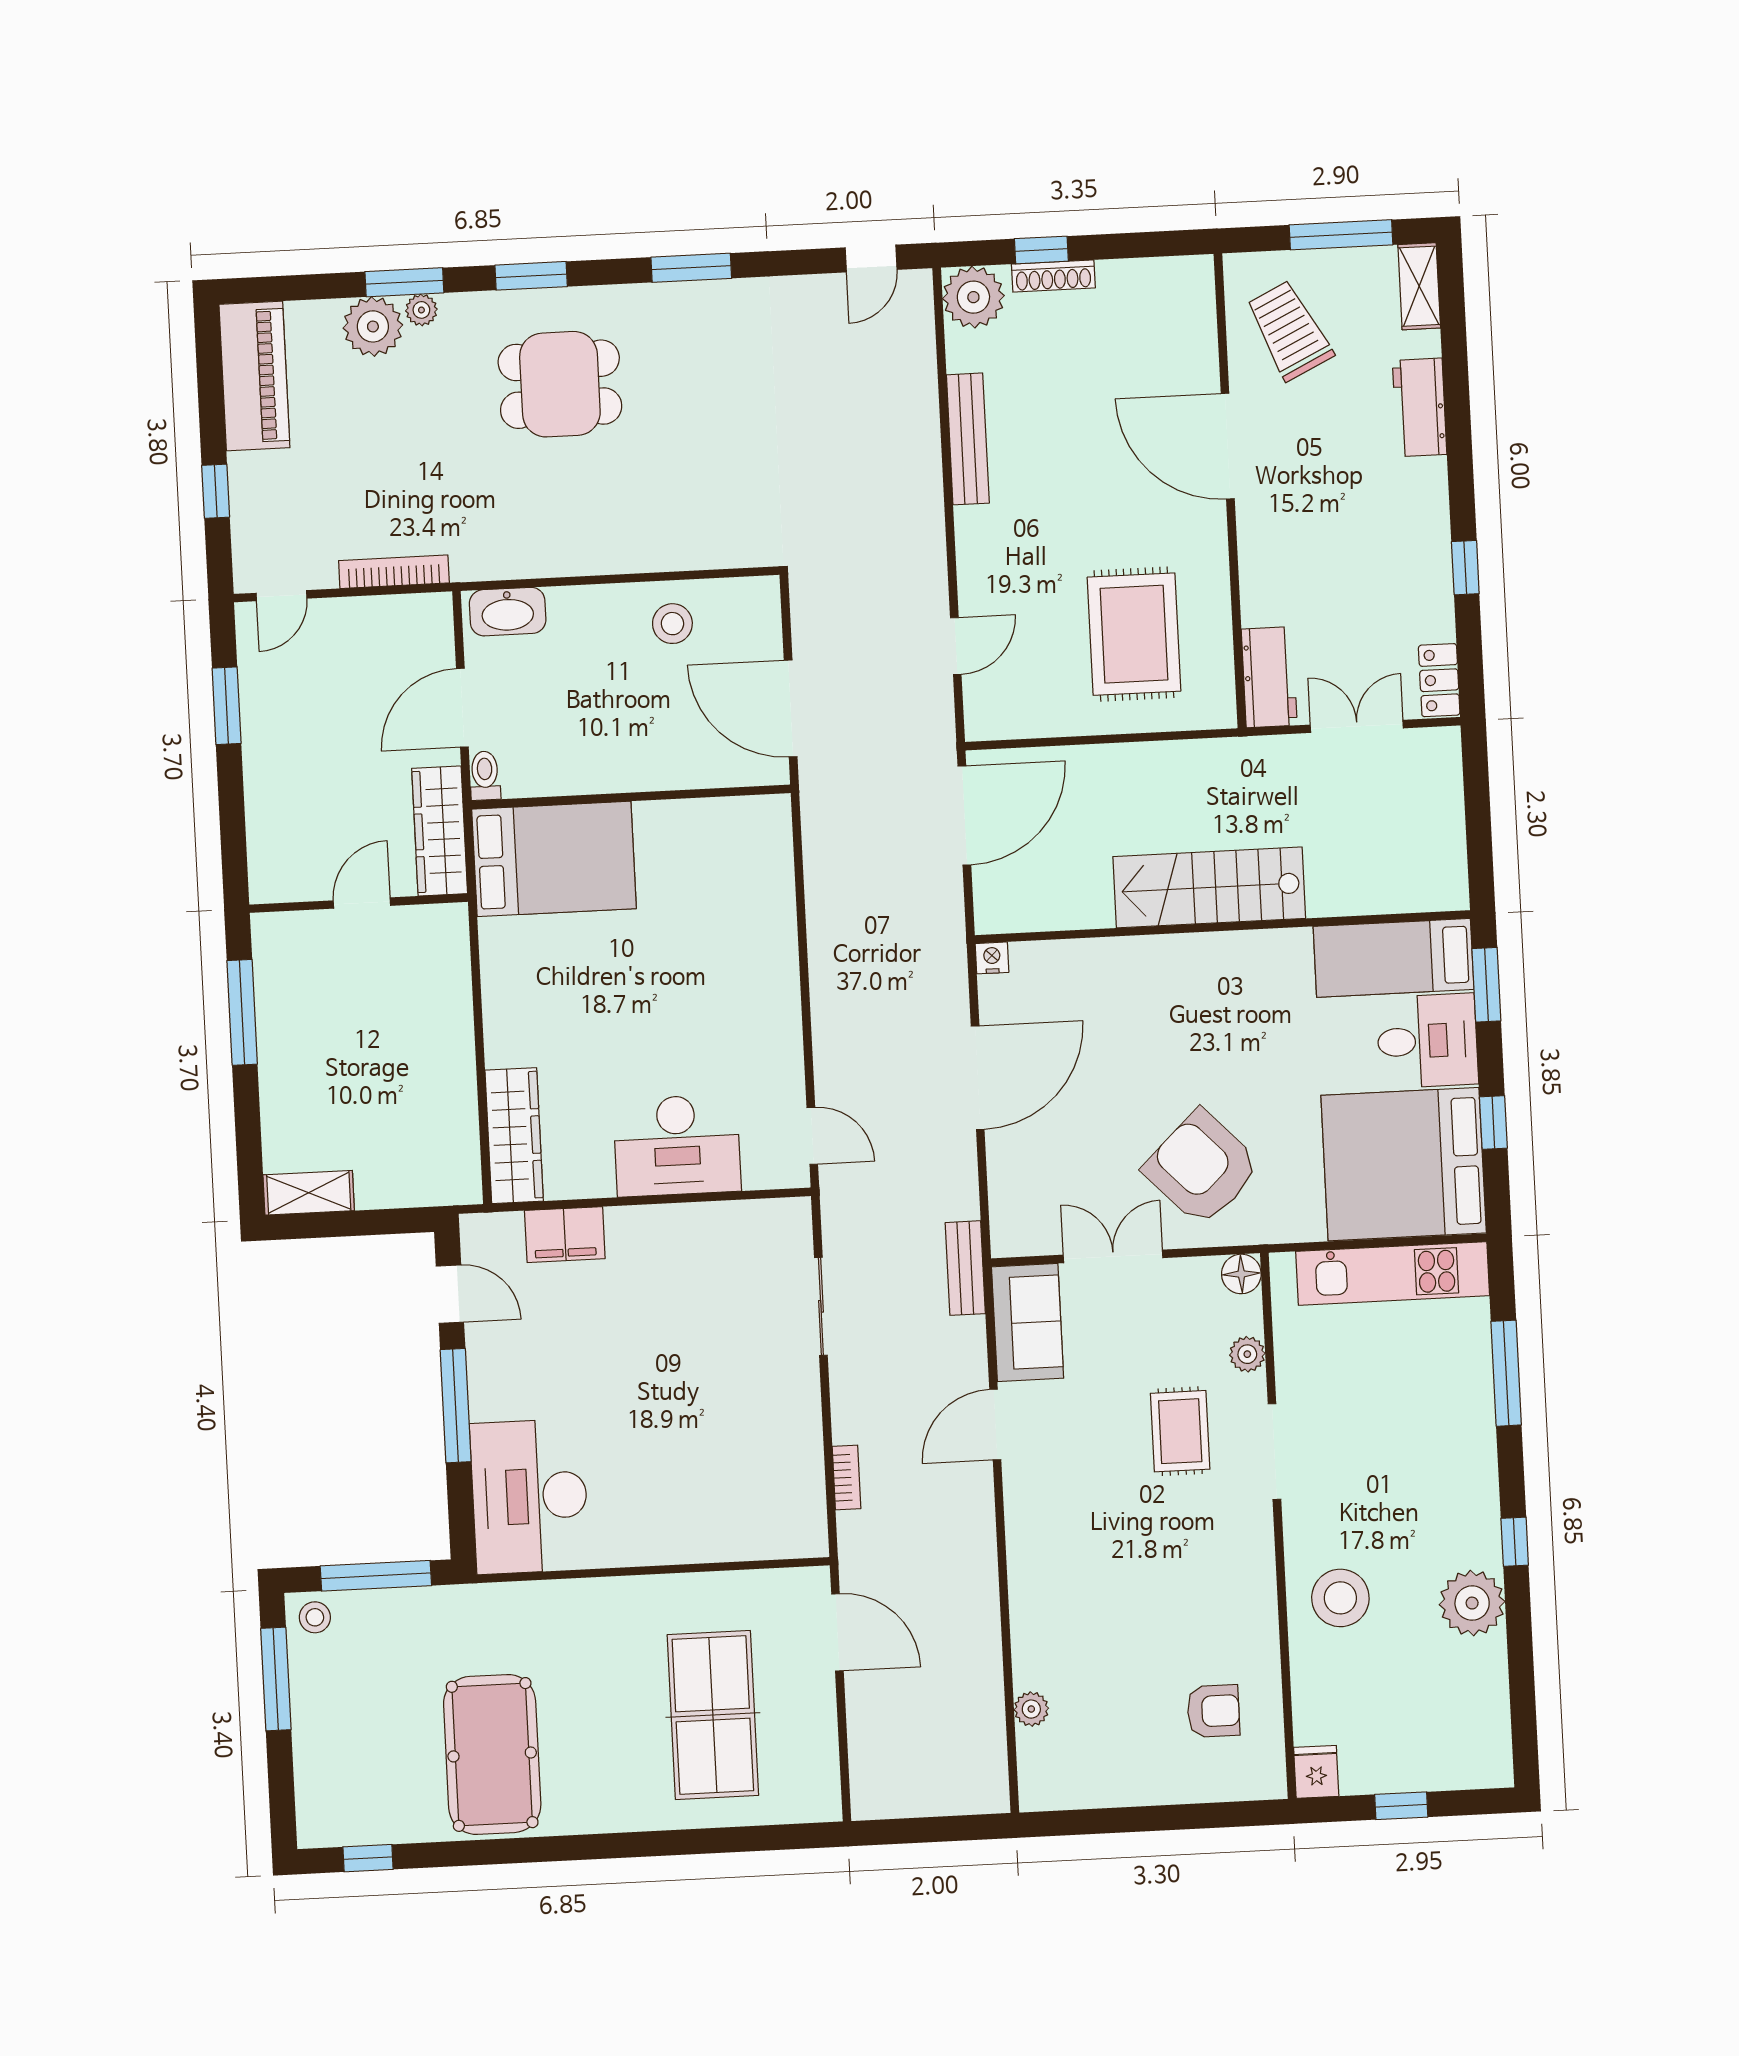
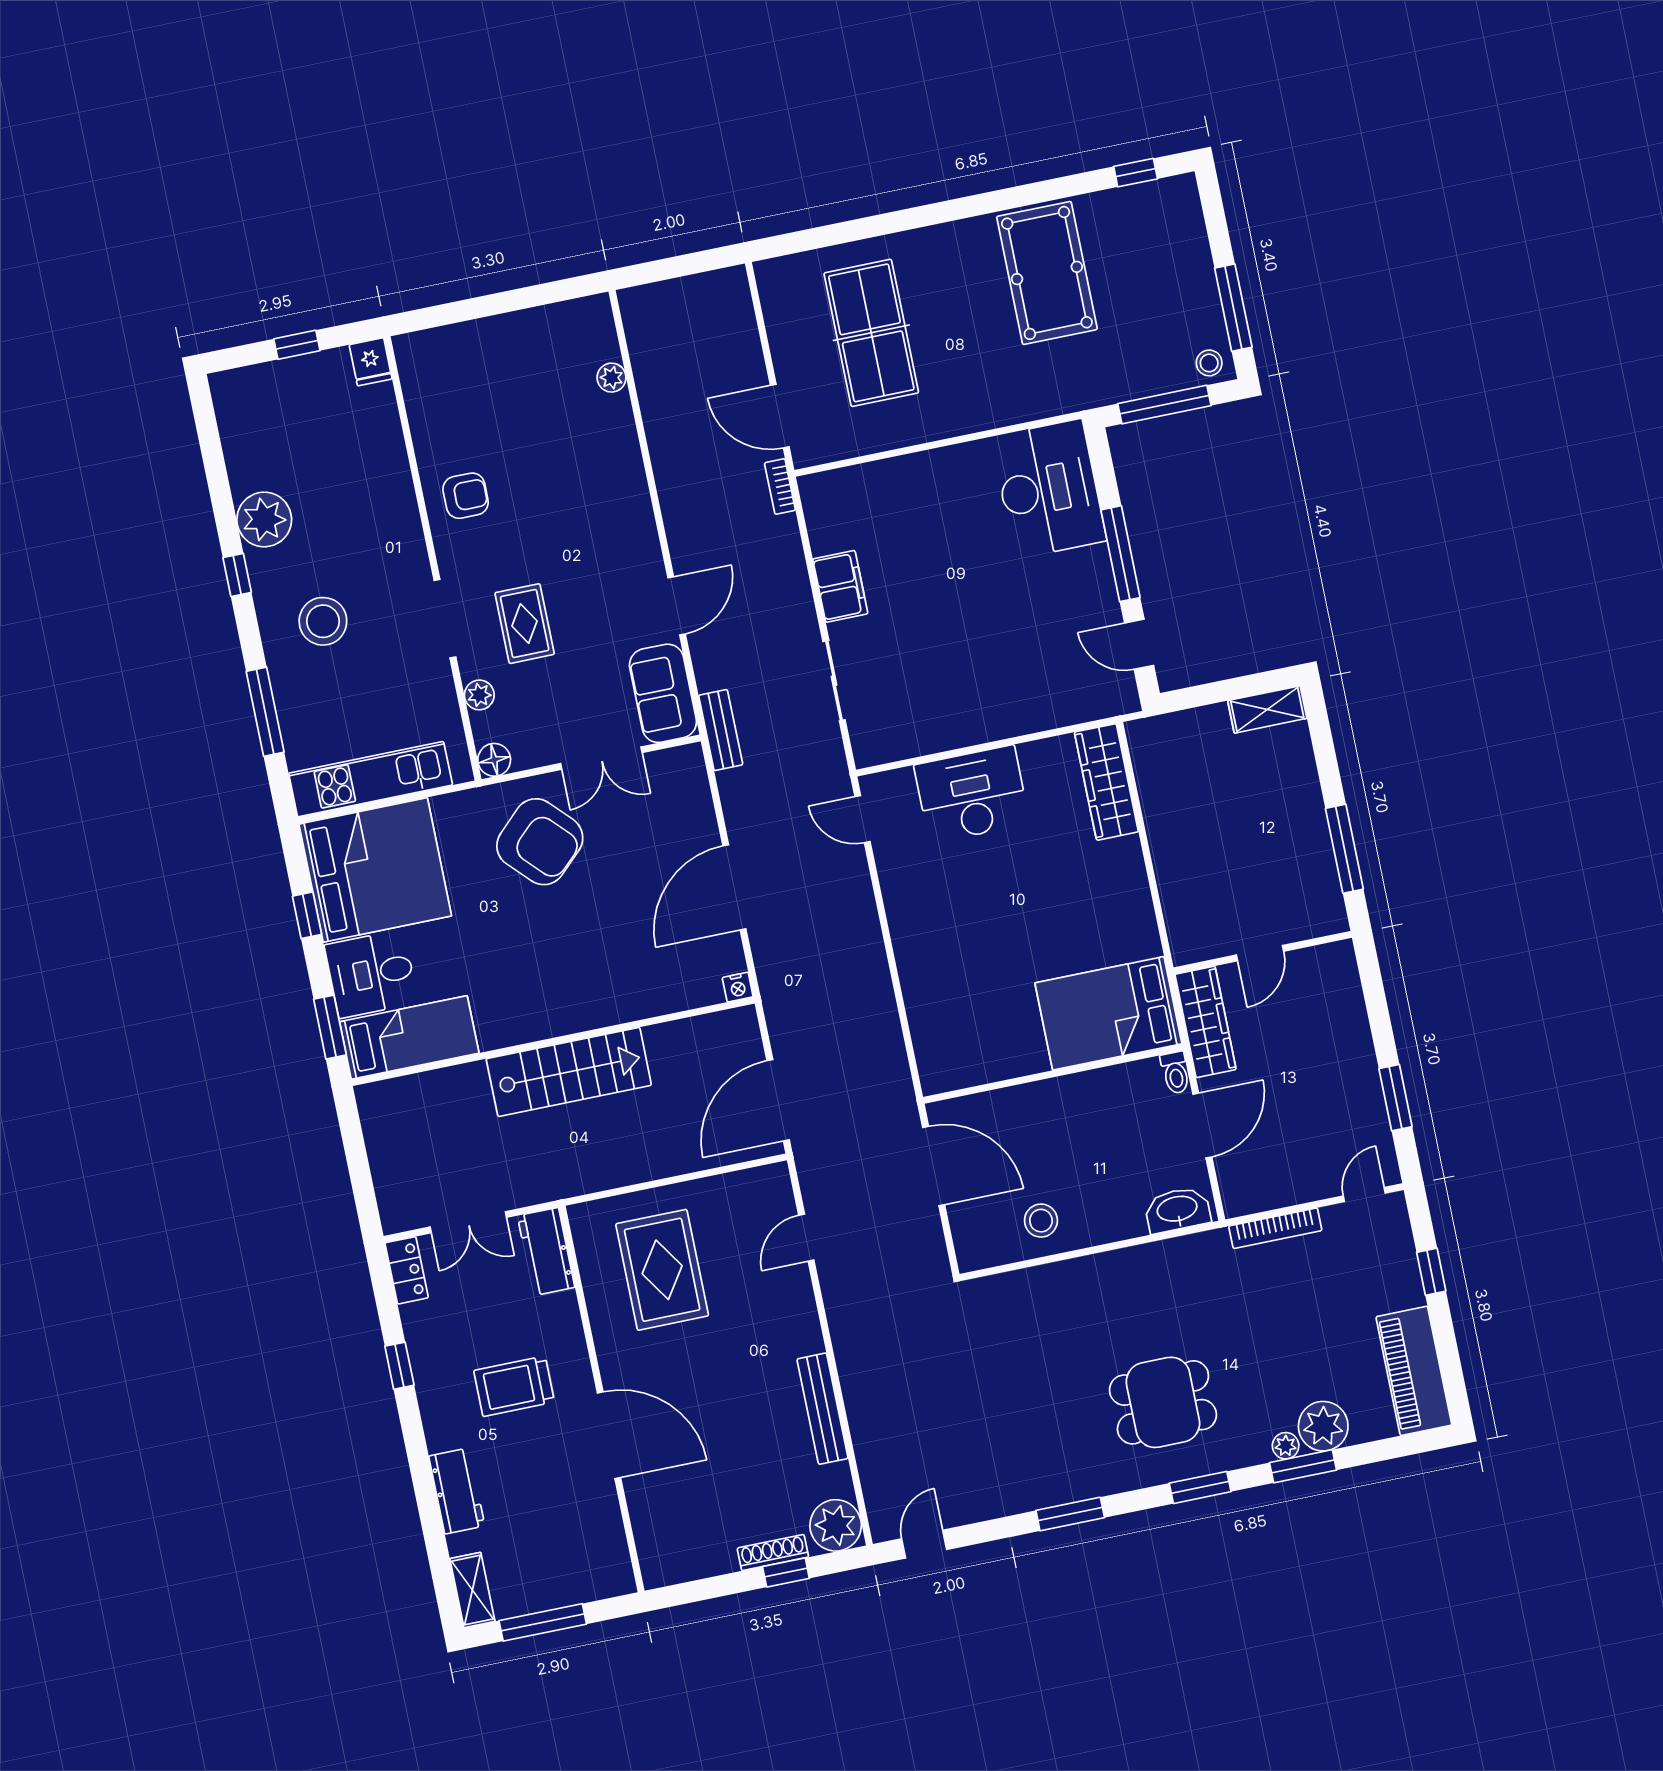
trolley: (1289, 331) -> (514, 1386), moved, turned 116
filing cabinet: (565, 1235) -> (840, 586), moved, turned 90
bookcase: (847, 1477) -> (780, 487), moved
stool: (1340, 1598) -> (323, 621), moved
armchair: (1213, 1711) -> (466, 496), moved, turned 180

